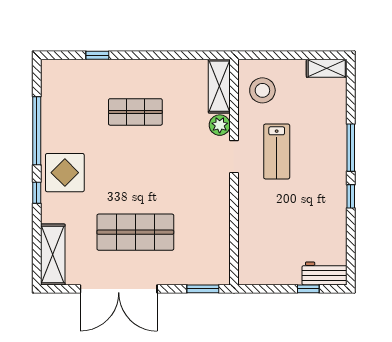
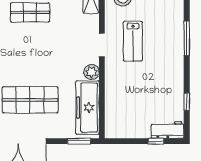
plant: (220, 125) -> (91, 72), moved
window: (351, 196) -> (187, 102), moved
freezer: (214, 243) -> (87, 108), added

